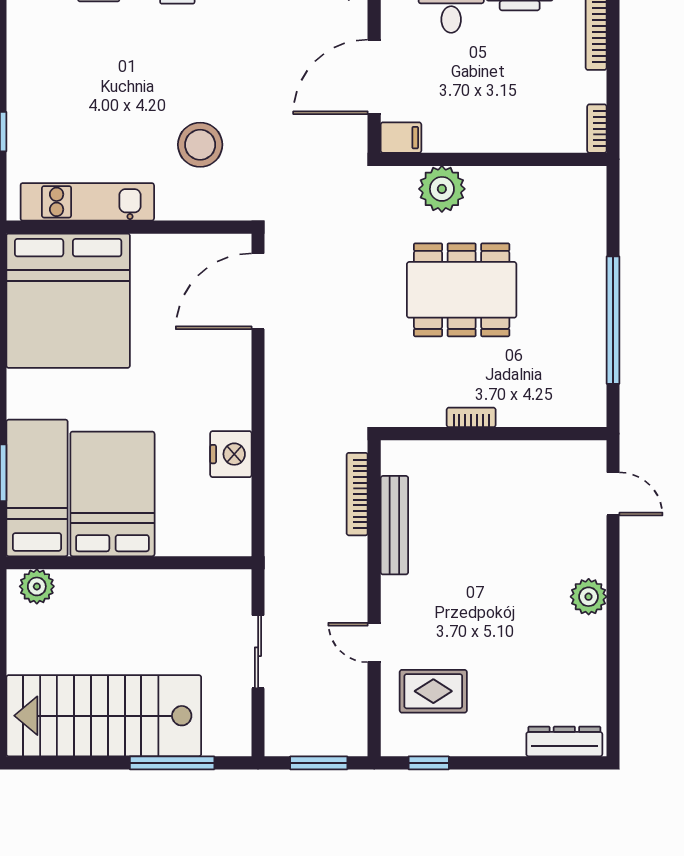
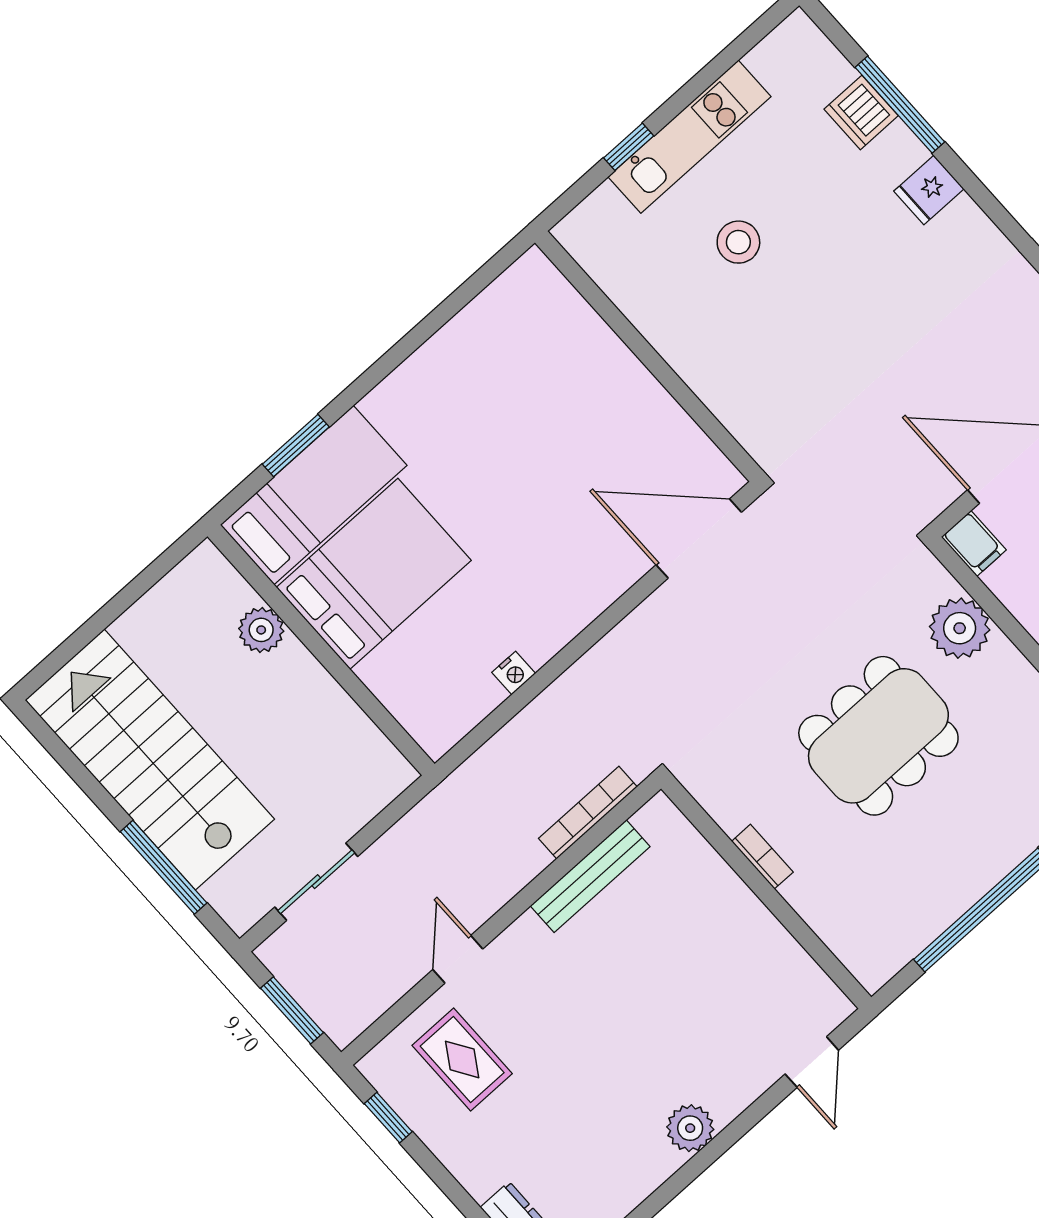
stool: (200, 145) -> (738, 242), moved, width x0.73, depth x0.73
kitchen unit: (87, 202) -> (690, 137), moved, turned 90
dining table: (462, 290) -> (878, 736), turned 90
bed: (68, 301) -> (523, 361), removed
nightstand: (231, 454) -> (514, 673), width x0.53, depth x0.56
plant: (37, 586) -> (261, 630), moved
sliding door: (258, 652) -> (316, 882), moved

